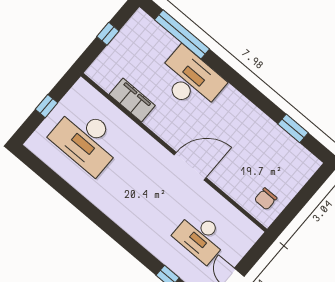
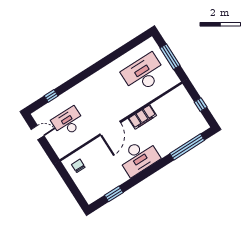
desk: (190, 80) -> (139, 157), moved
filing cabinet: (132, 100) -> (142, 117), moved
window: (47, 106) -> (170, 57), width x2.17

